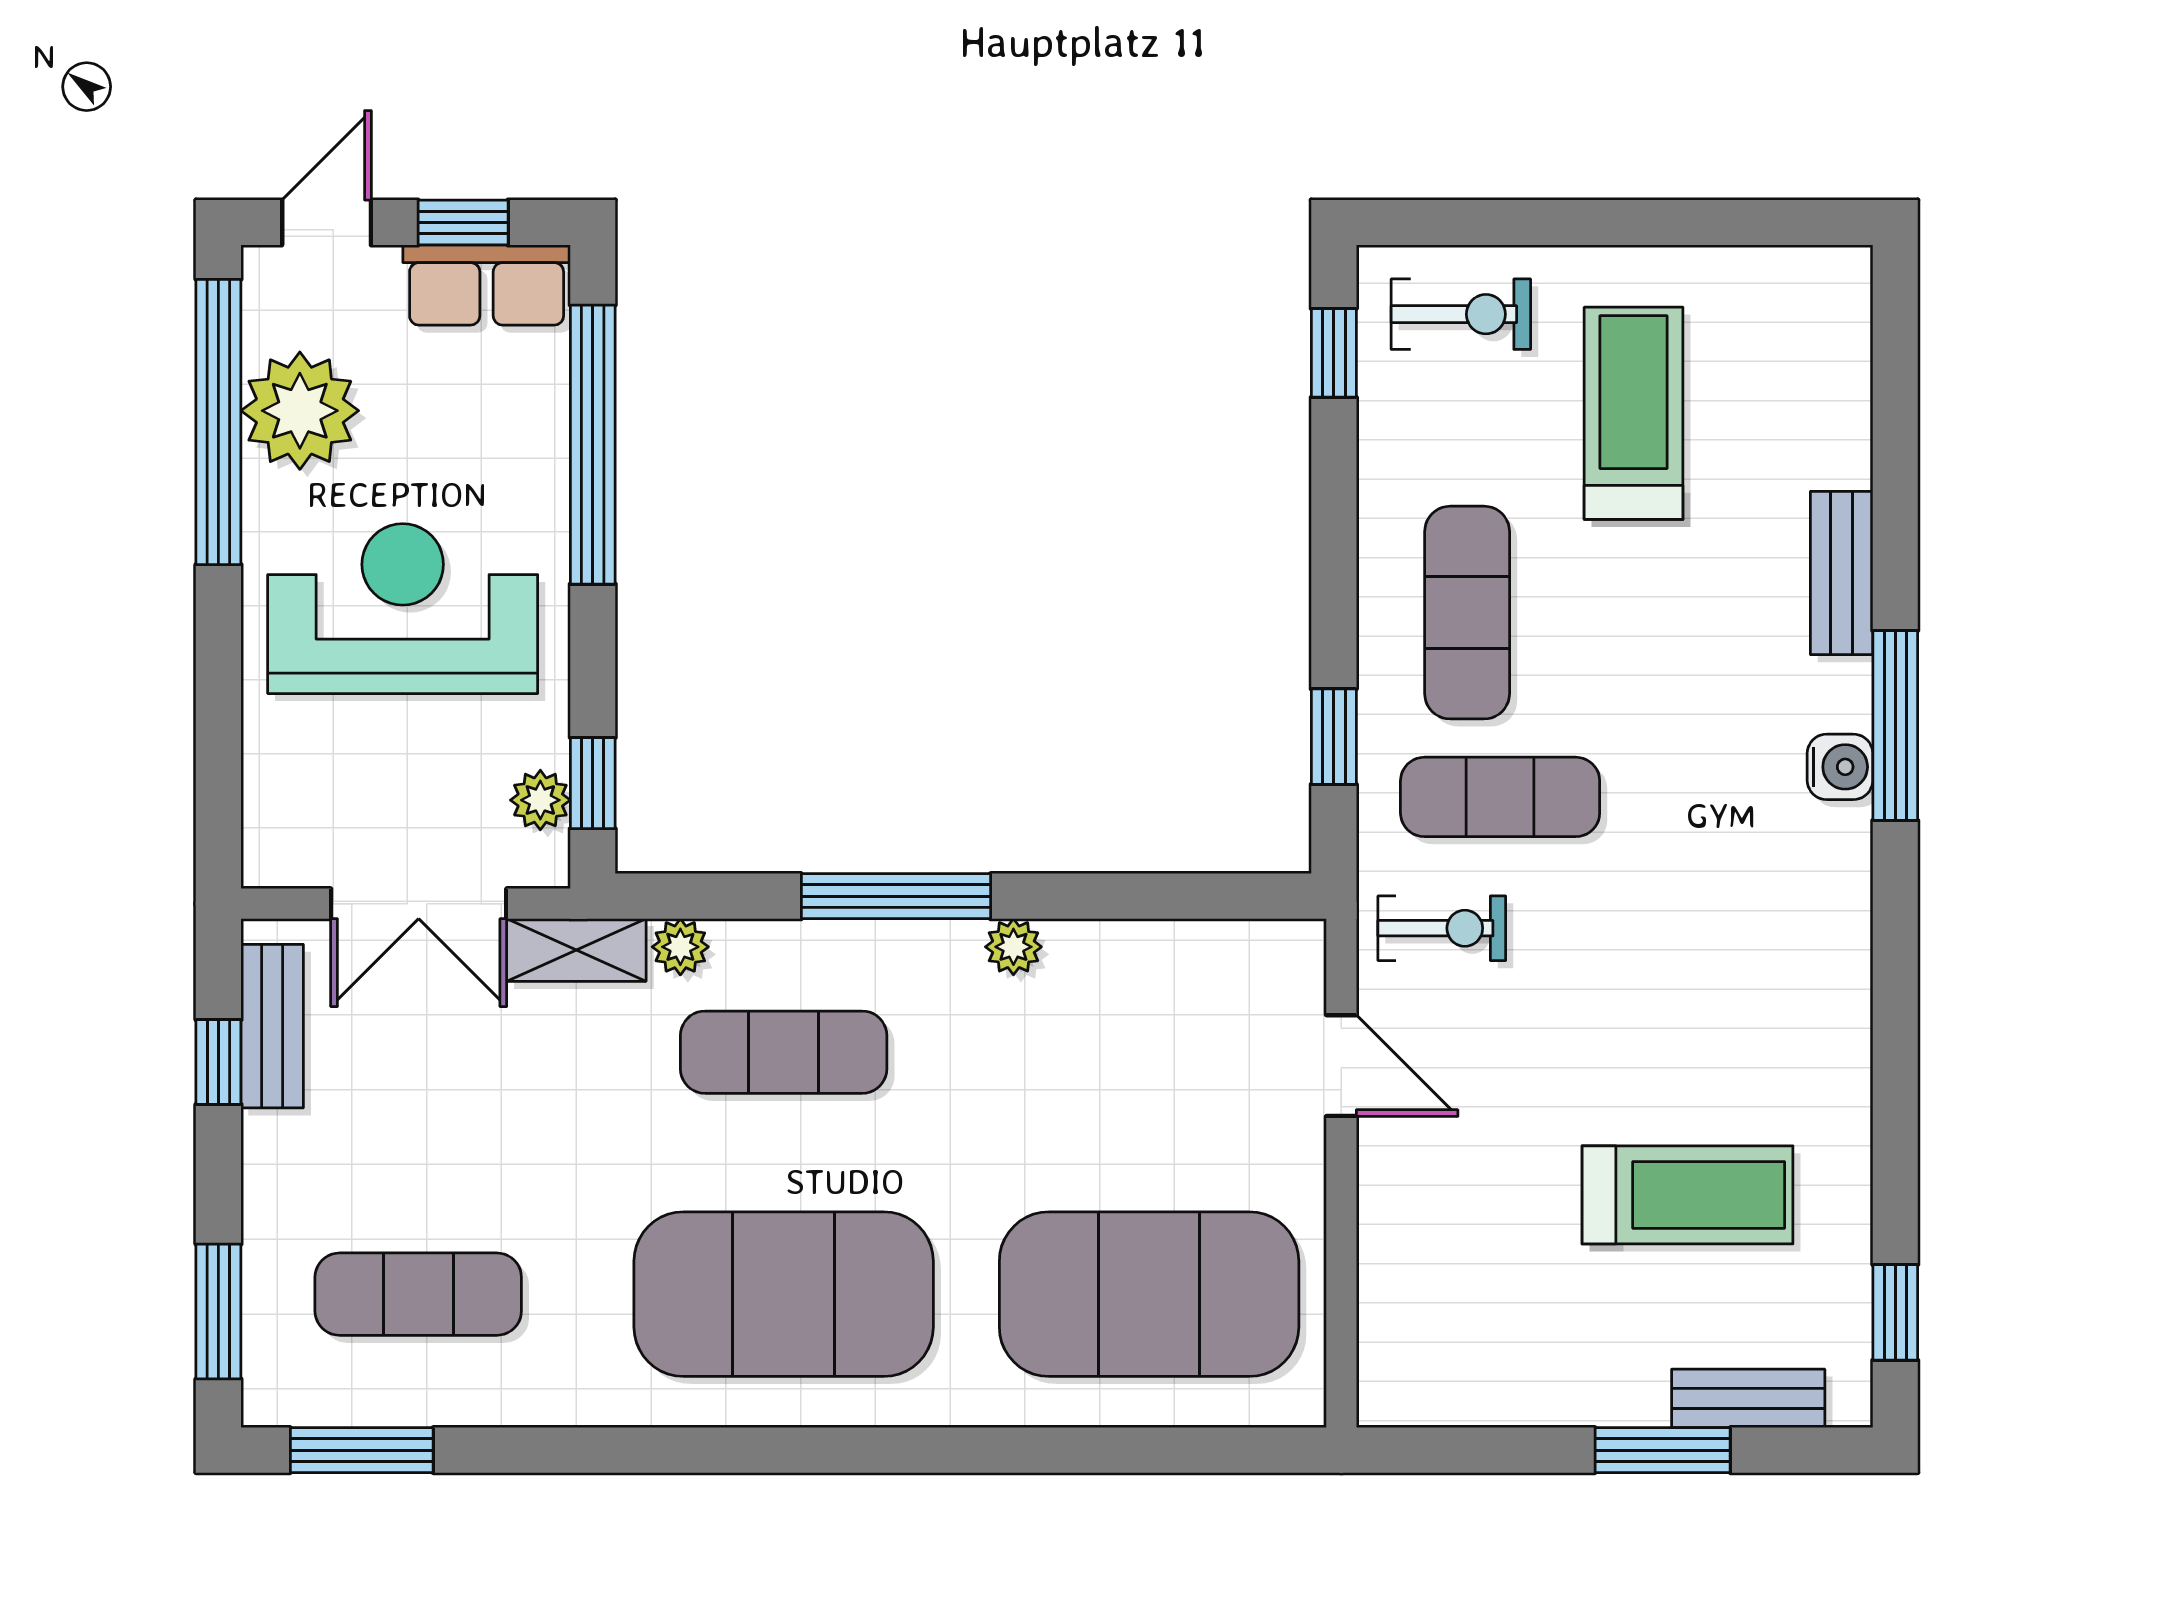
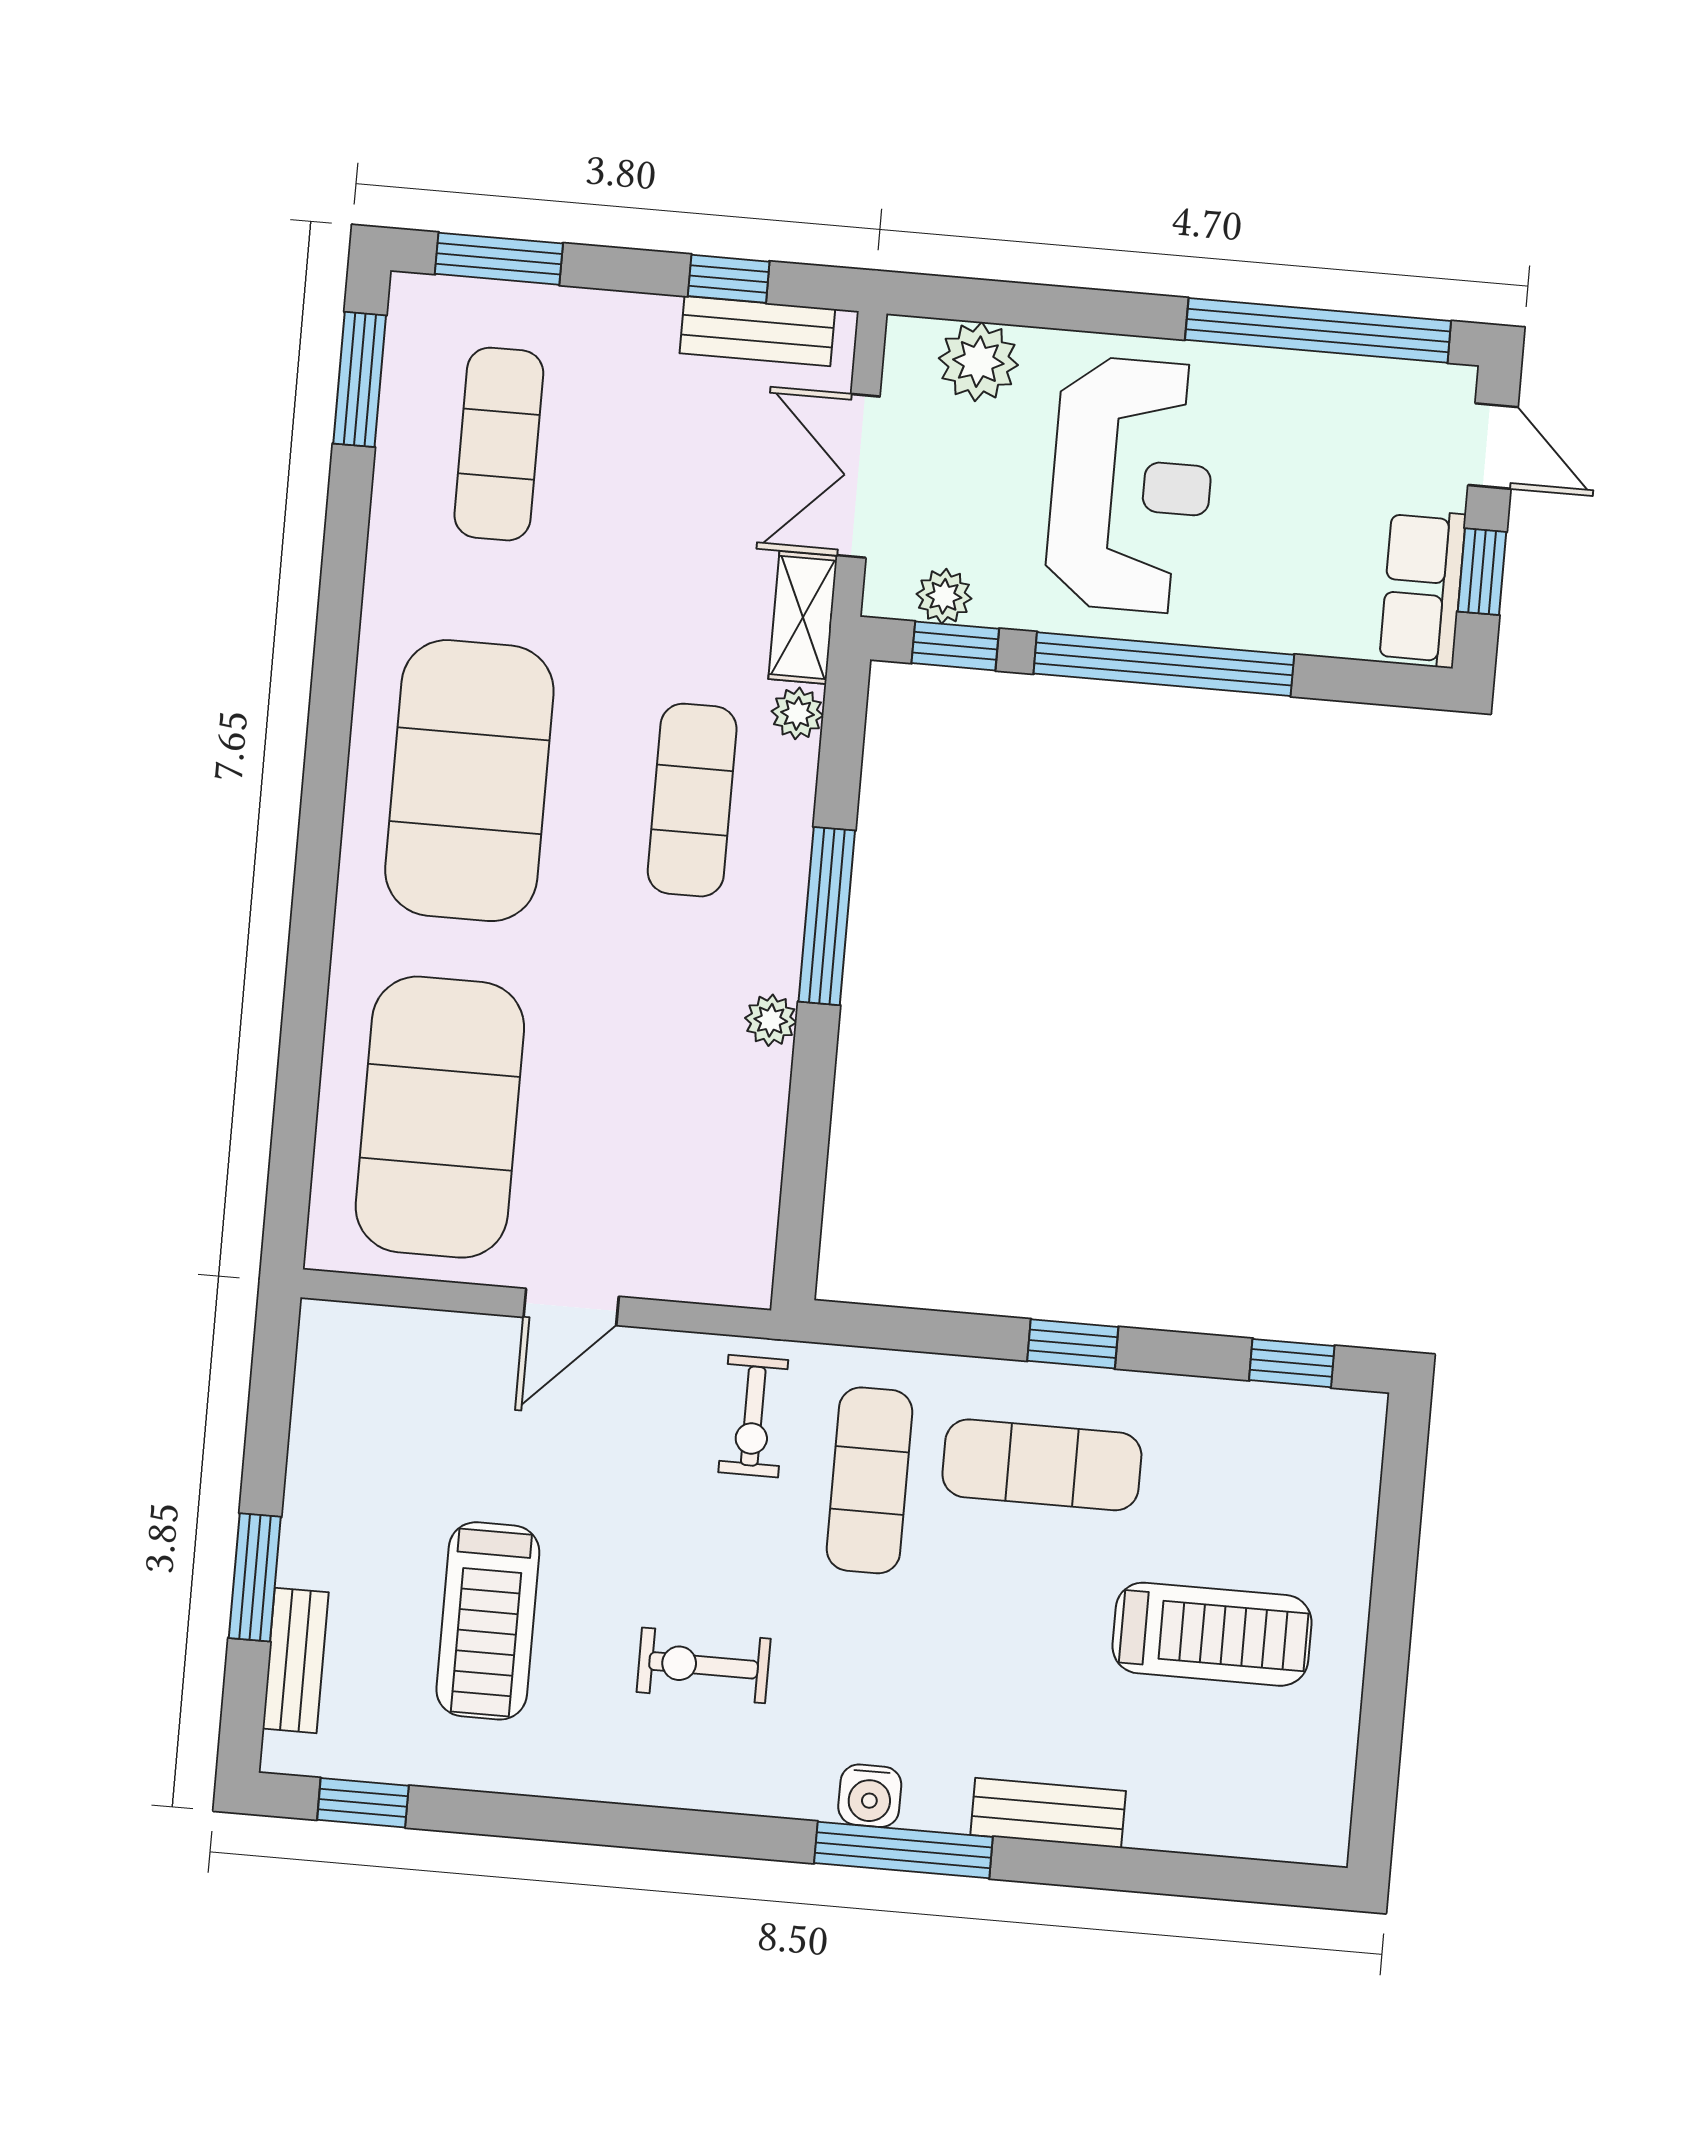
exercise bike: (1461, 314) -> (704, 1665), moved, turned 90
plant: (300, 411) -> (978, 362), moved, width x0.73, depth x0.73
window: (593, 445) -> (1164, 664), moved
window: (1334, 737) -> (1073, 1344), moved
door: (1341, 1066) -> (571, 1307), moved

